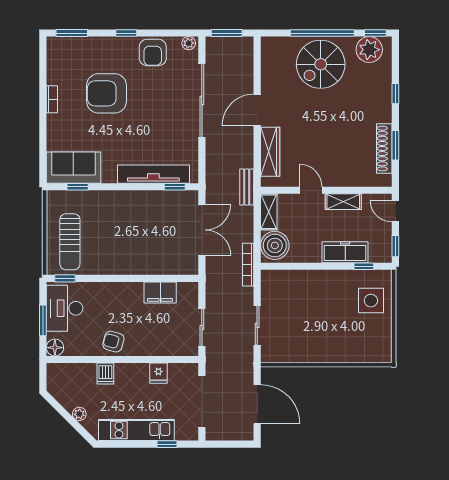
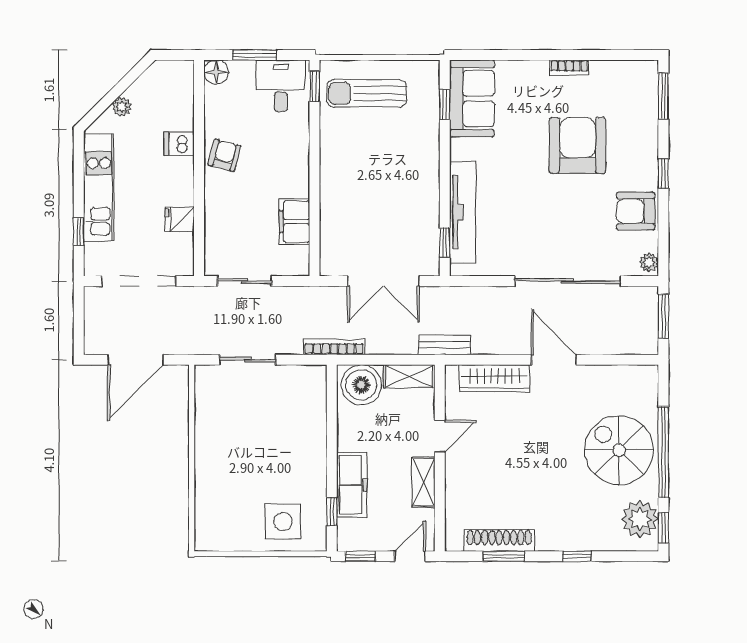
desk: (65, 308) -> (281, 86), width x0.73

